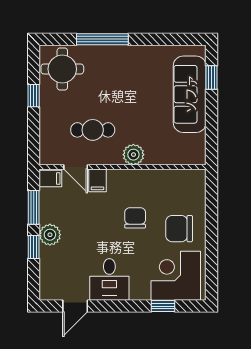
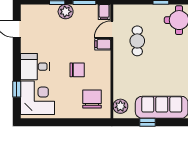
window: (212, 78) -> (147, 122), moved
plant: (133, 155) -> (120, 106), moved
chair: (179, 229) -> (92, 99), moved
desk: (109, 279) -> (35, 67), moved

